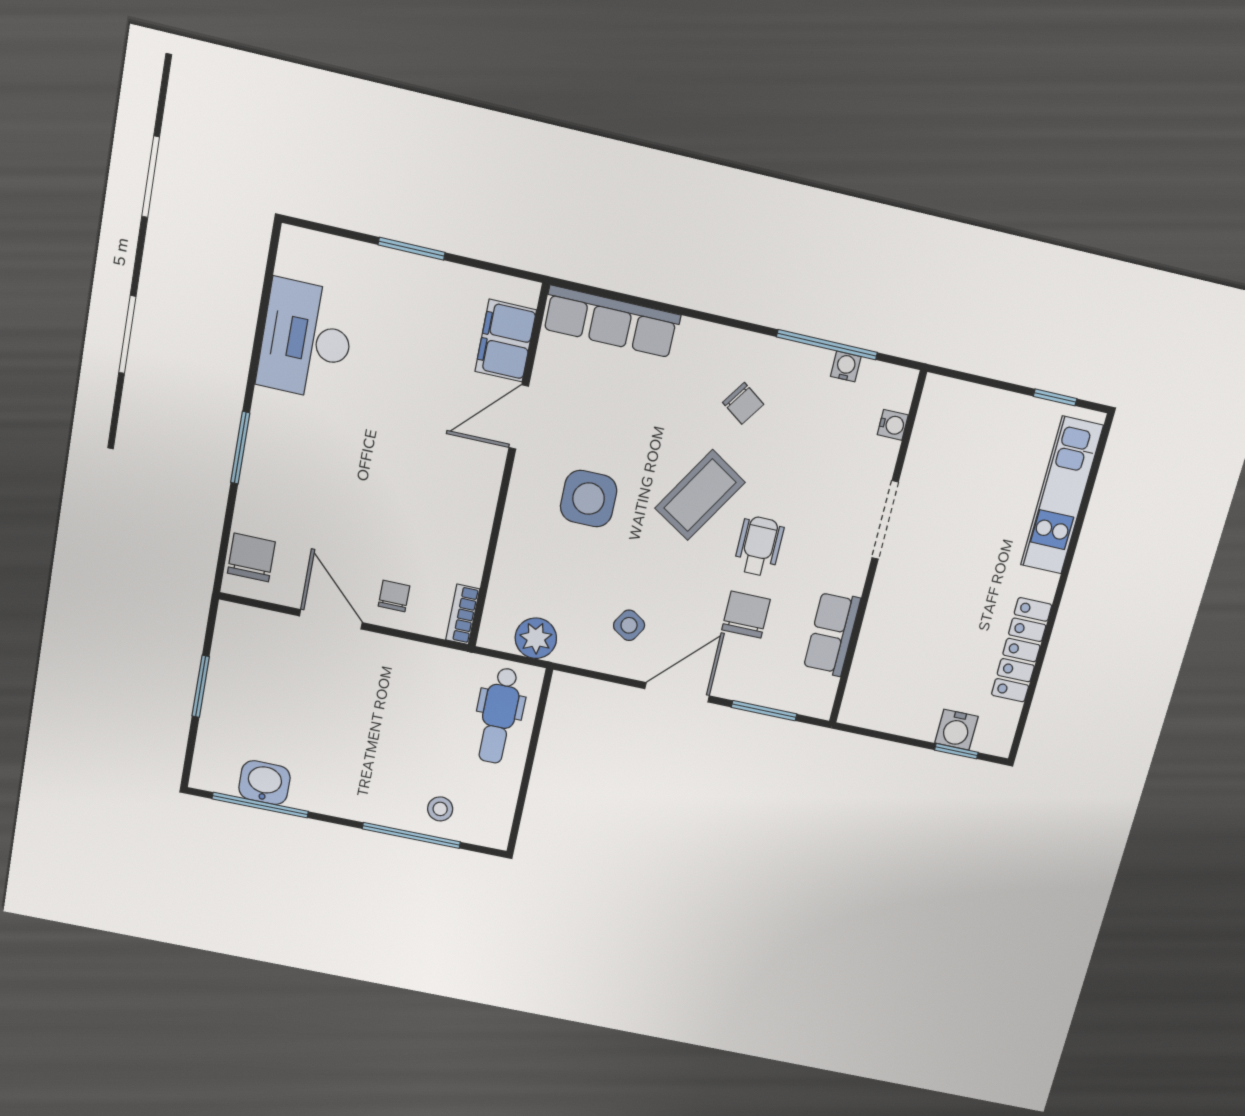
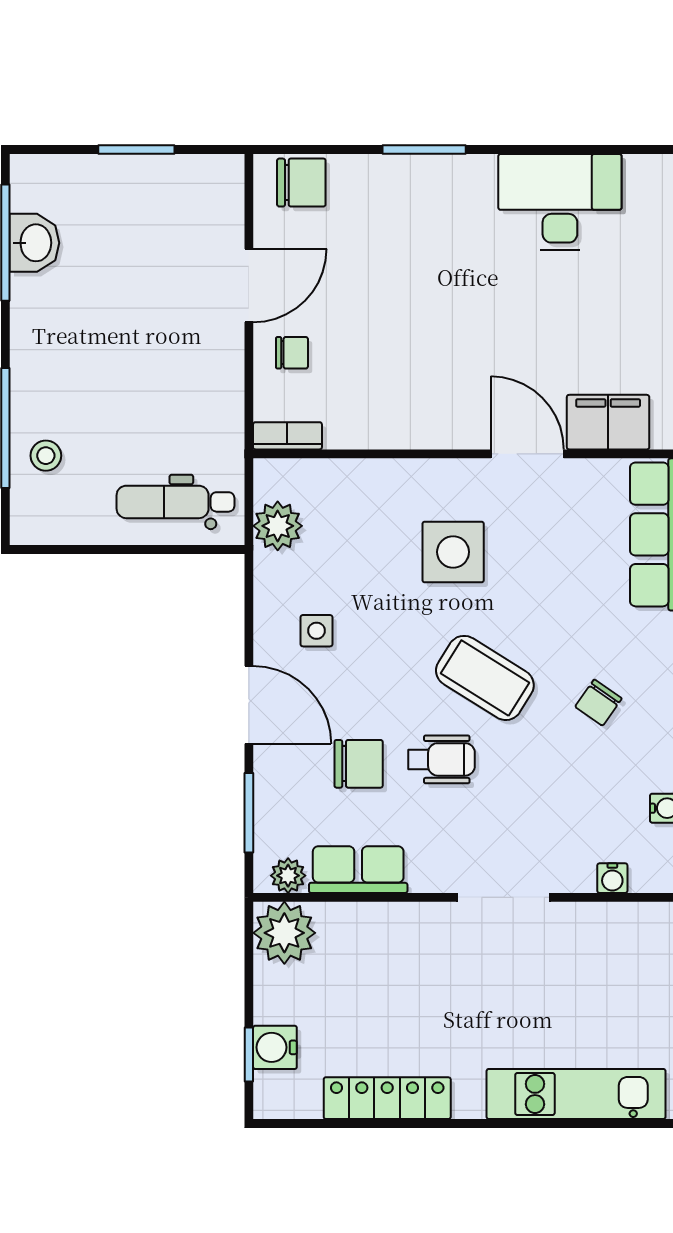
side table: (629, 625) -> (317, 631), turned -32
plant: (822, 690) -> (288, 876), added
plant: (867, 703) -> (284, 933), added

